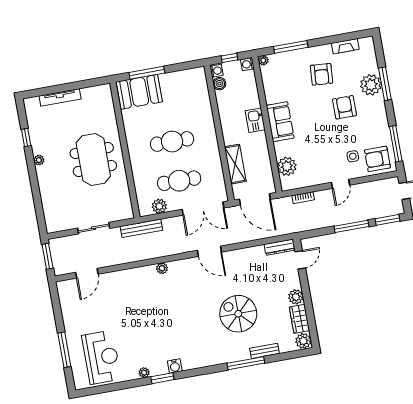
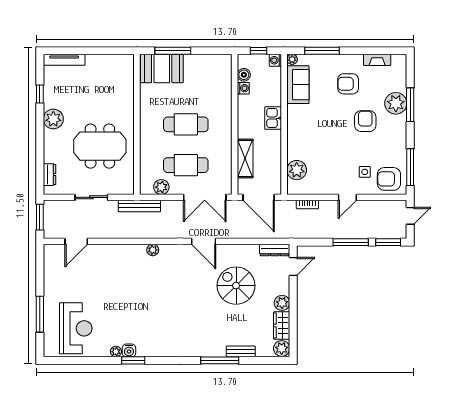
washing machine: (217, 71) -> (243, 88), moved
armchair: (321, 74) -> (348, 84), turned 86
tv unit: (60, 97) -> (64, 60), moved
sofa: (280, 122) -> (298, 85), moved
plant: (39, 160) -> (53, 119), width x1.88, depth x1.88
meeting table: (93, 160) -> (100, 146), moved, turned 90
dresser: (49, 213) -> (50, 175), added
spiral stairs: (238, 314) -> (236, 286), moved
water cooler: (175, 366) -> (129, 350), moved

